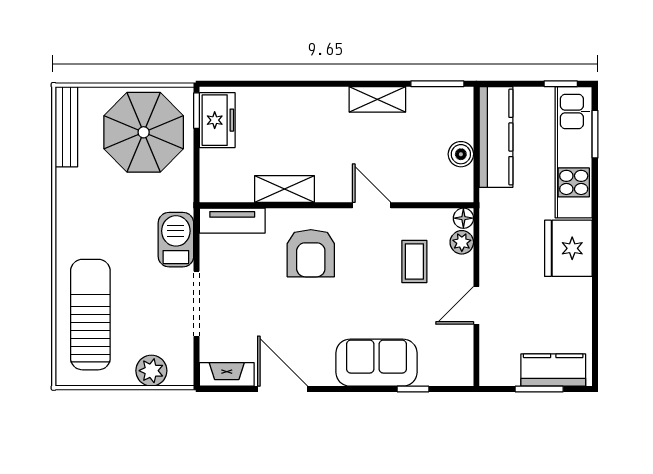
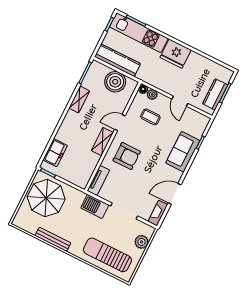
freezer: (217, 120) -> (55, 153), moved, turned 90
bench: (66, 127) -> (53, 239), moved
boiler: (461, 154) -> (115, 82), width x1.86, depth x1.86
shelving: (284, 189) -> (102, 142), moved
kitchen counter: (553, 370) -> (215, 94), moved

